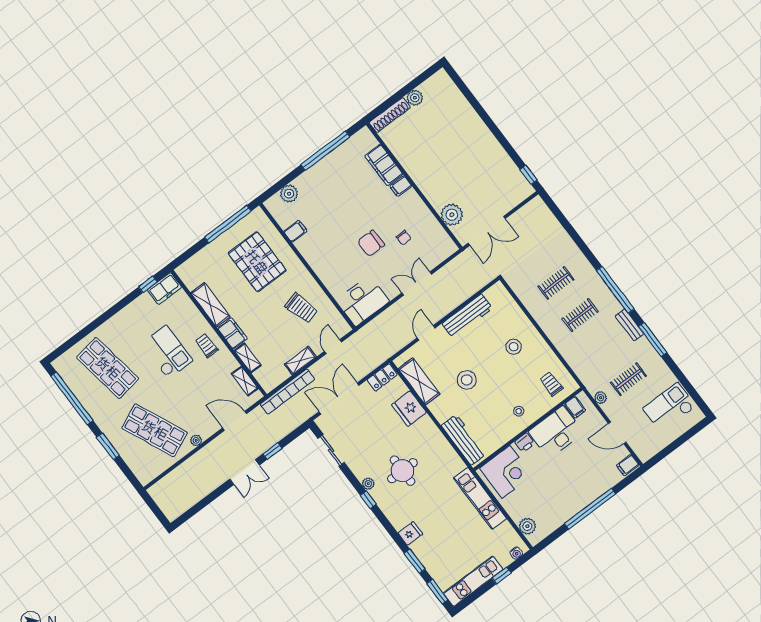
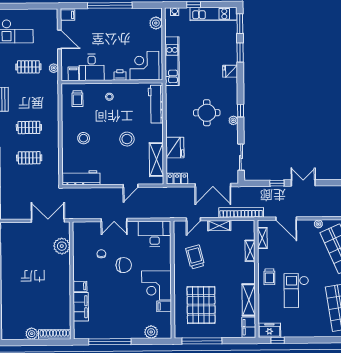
corner desk: (320, 248) -> (157, 285), added
workbench: (467, 316) -> (81, 178), moved
filing cabinet: (232, 333) -> (249, 327), moved
desk: (556, 432) -> (92, 67), width x0.73

